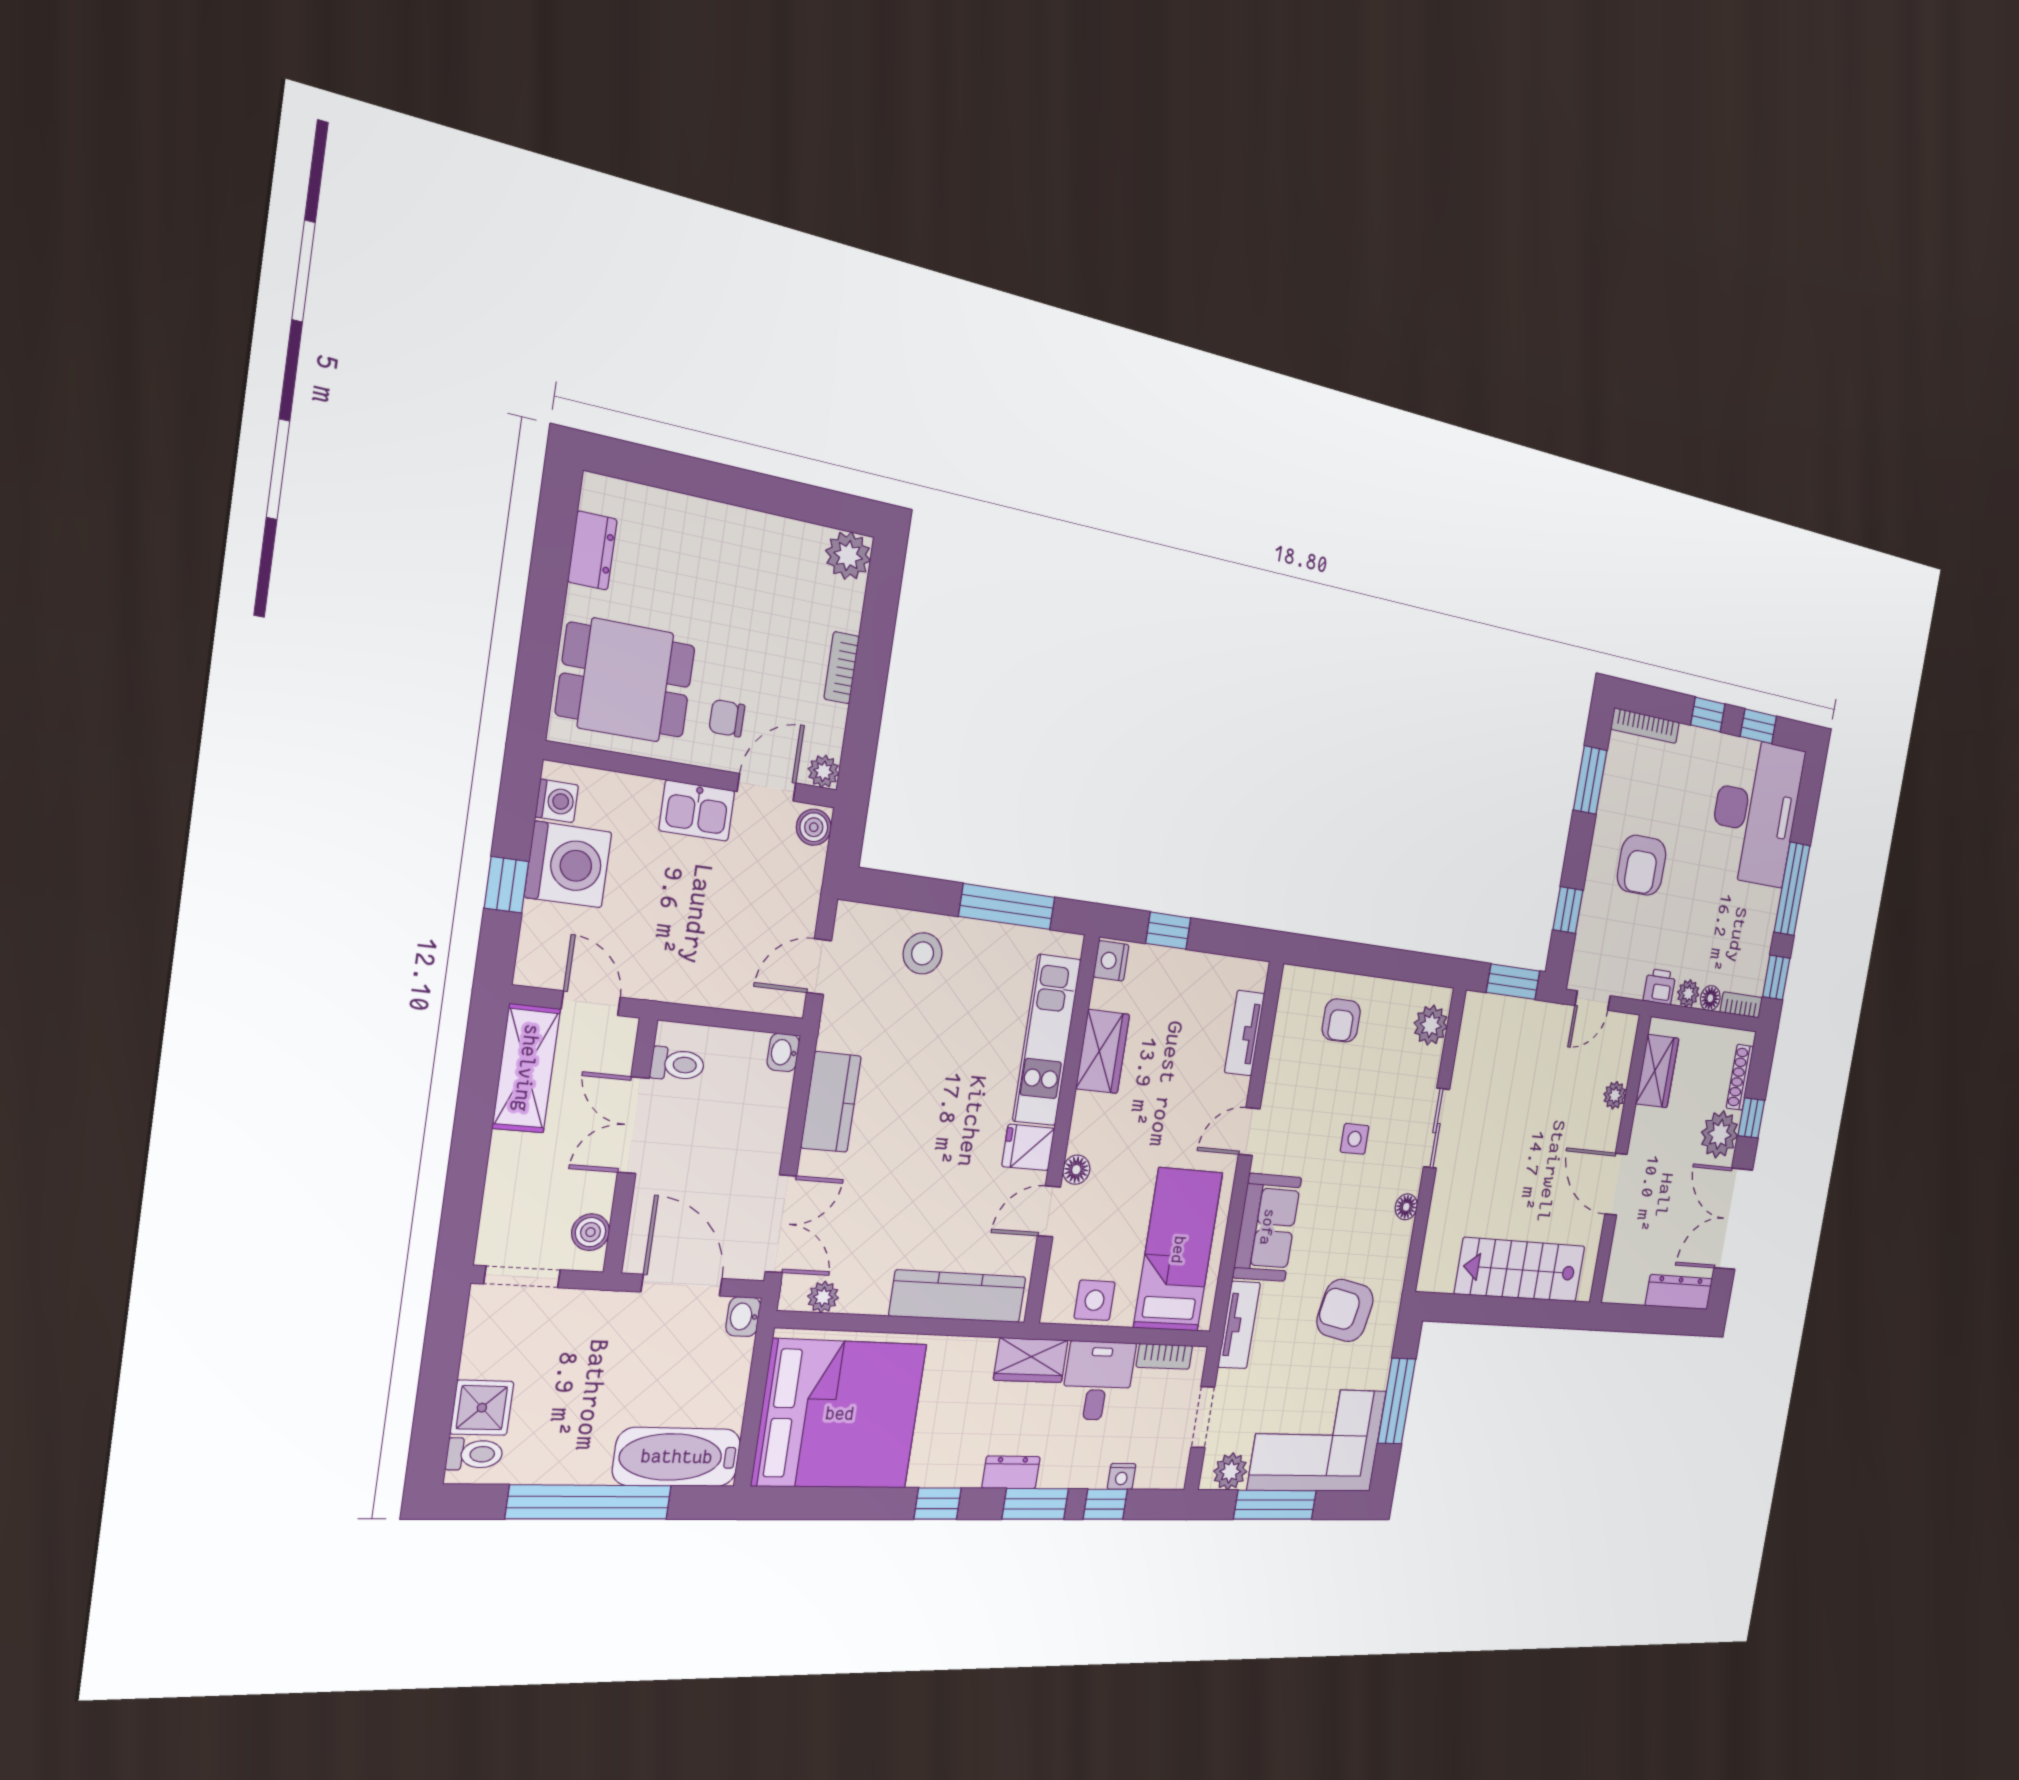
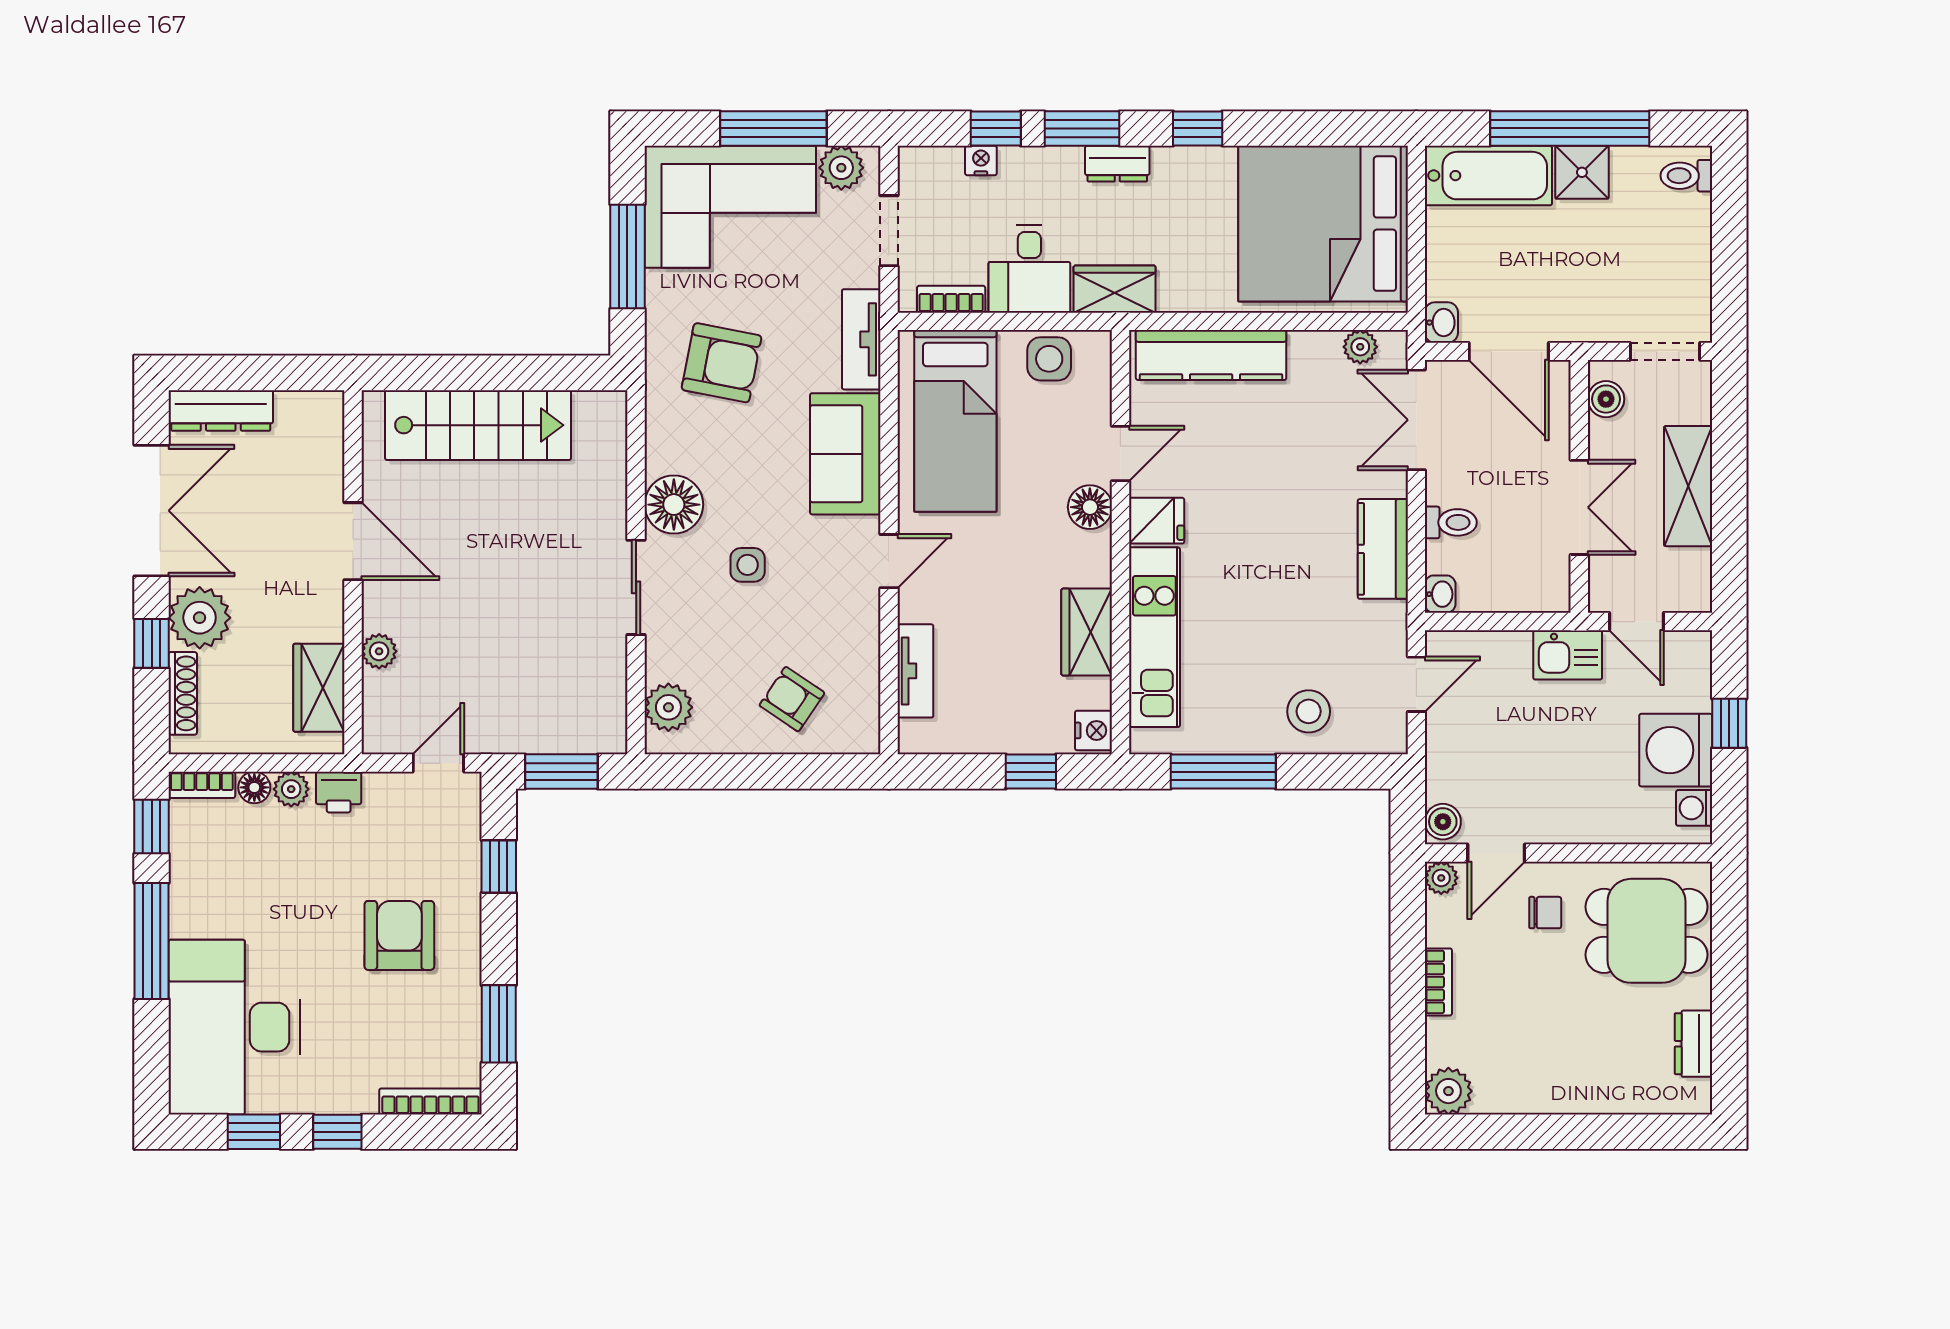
kitchen sink: (697, 811) -> (1568, 655), moved, turned 180
armchair: (1341, 1020) -> (792, 699), turned -56
toilet: (677, 1064) -> (1451, 522), moved, turned 180
shelving: (526, 1068) -> (1688, 486), moved
floor lamp: (1076, 1170) -> (1090, 507), width x1.37, depth x1.37
floor lamp: (1406, 1207) -> (674, 505), width x1.89, depth x1.89
shower: (482, 1408) -> (1582, 172), moved

